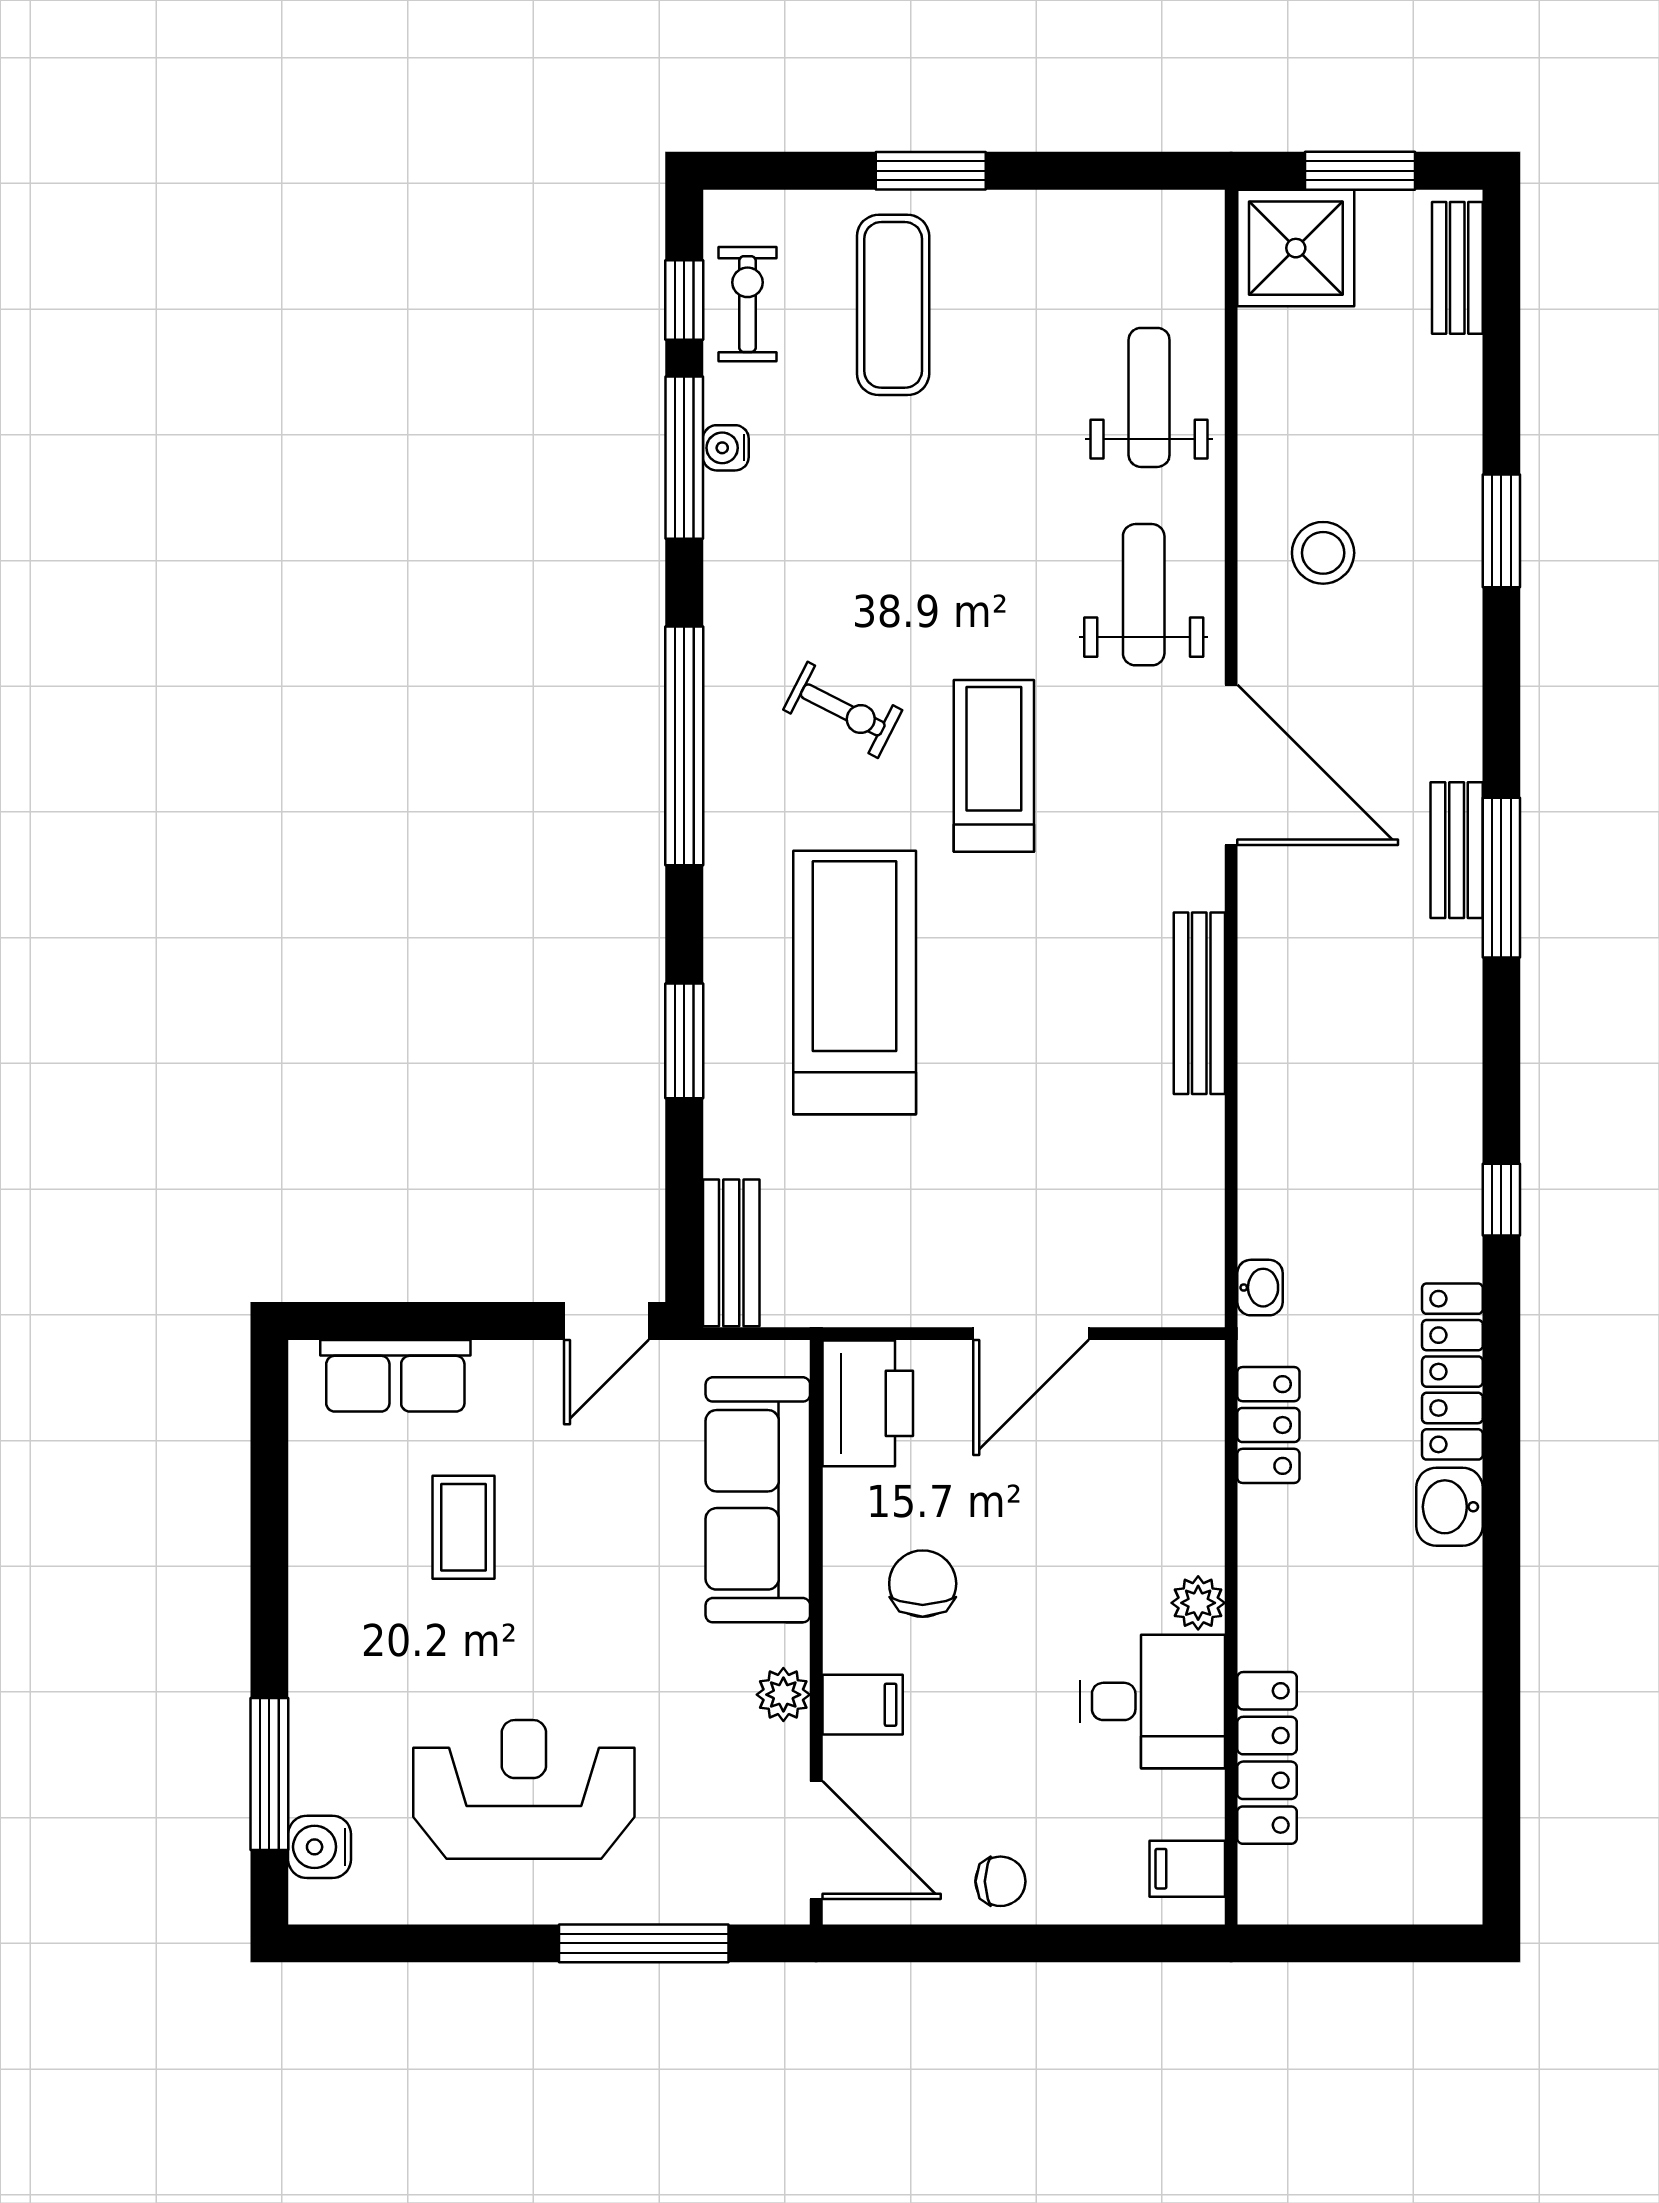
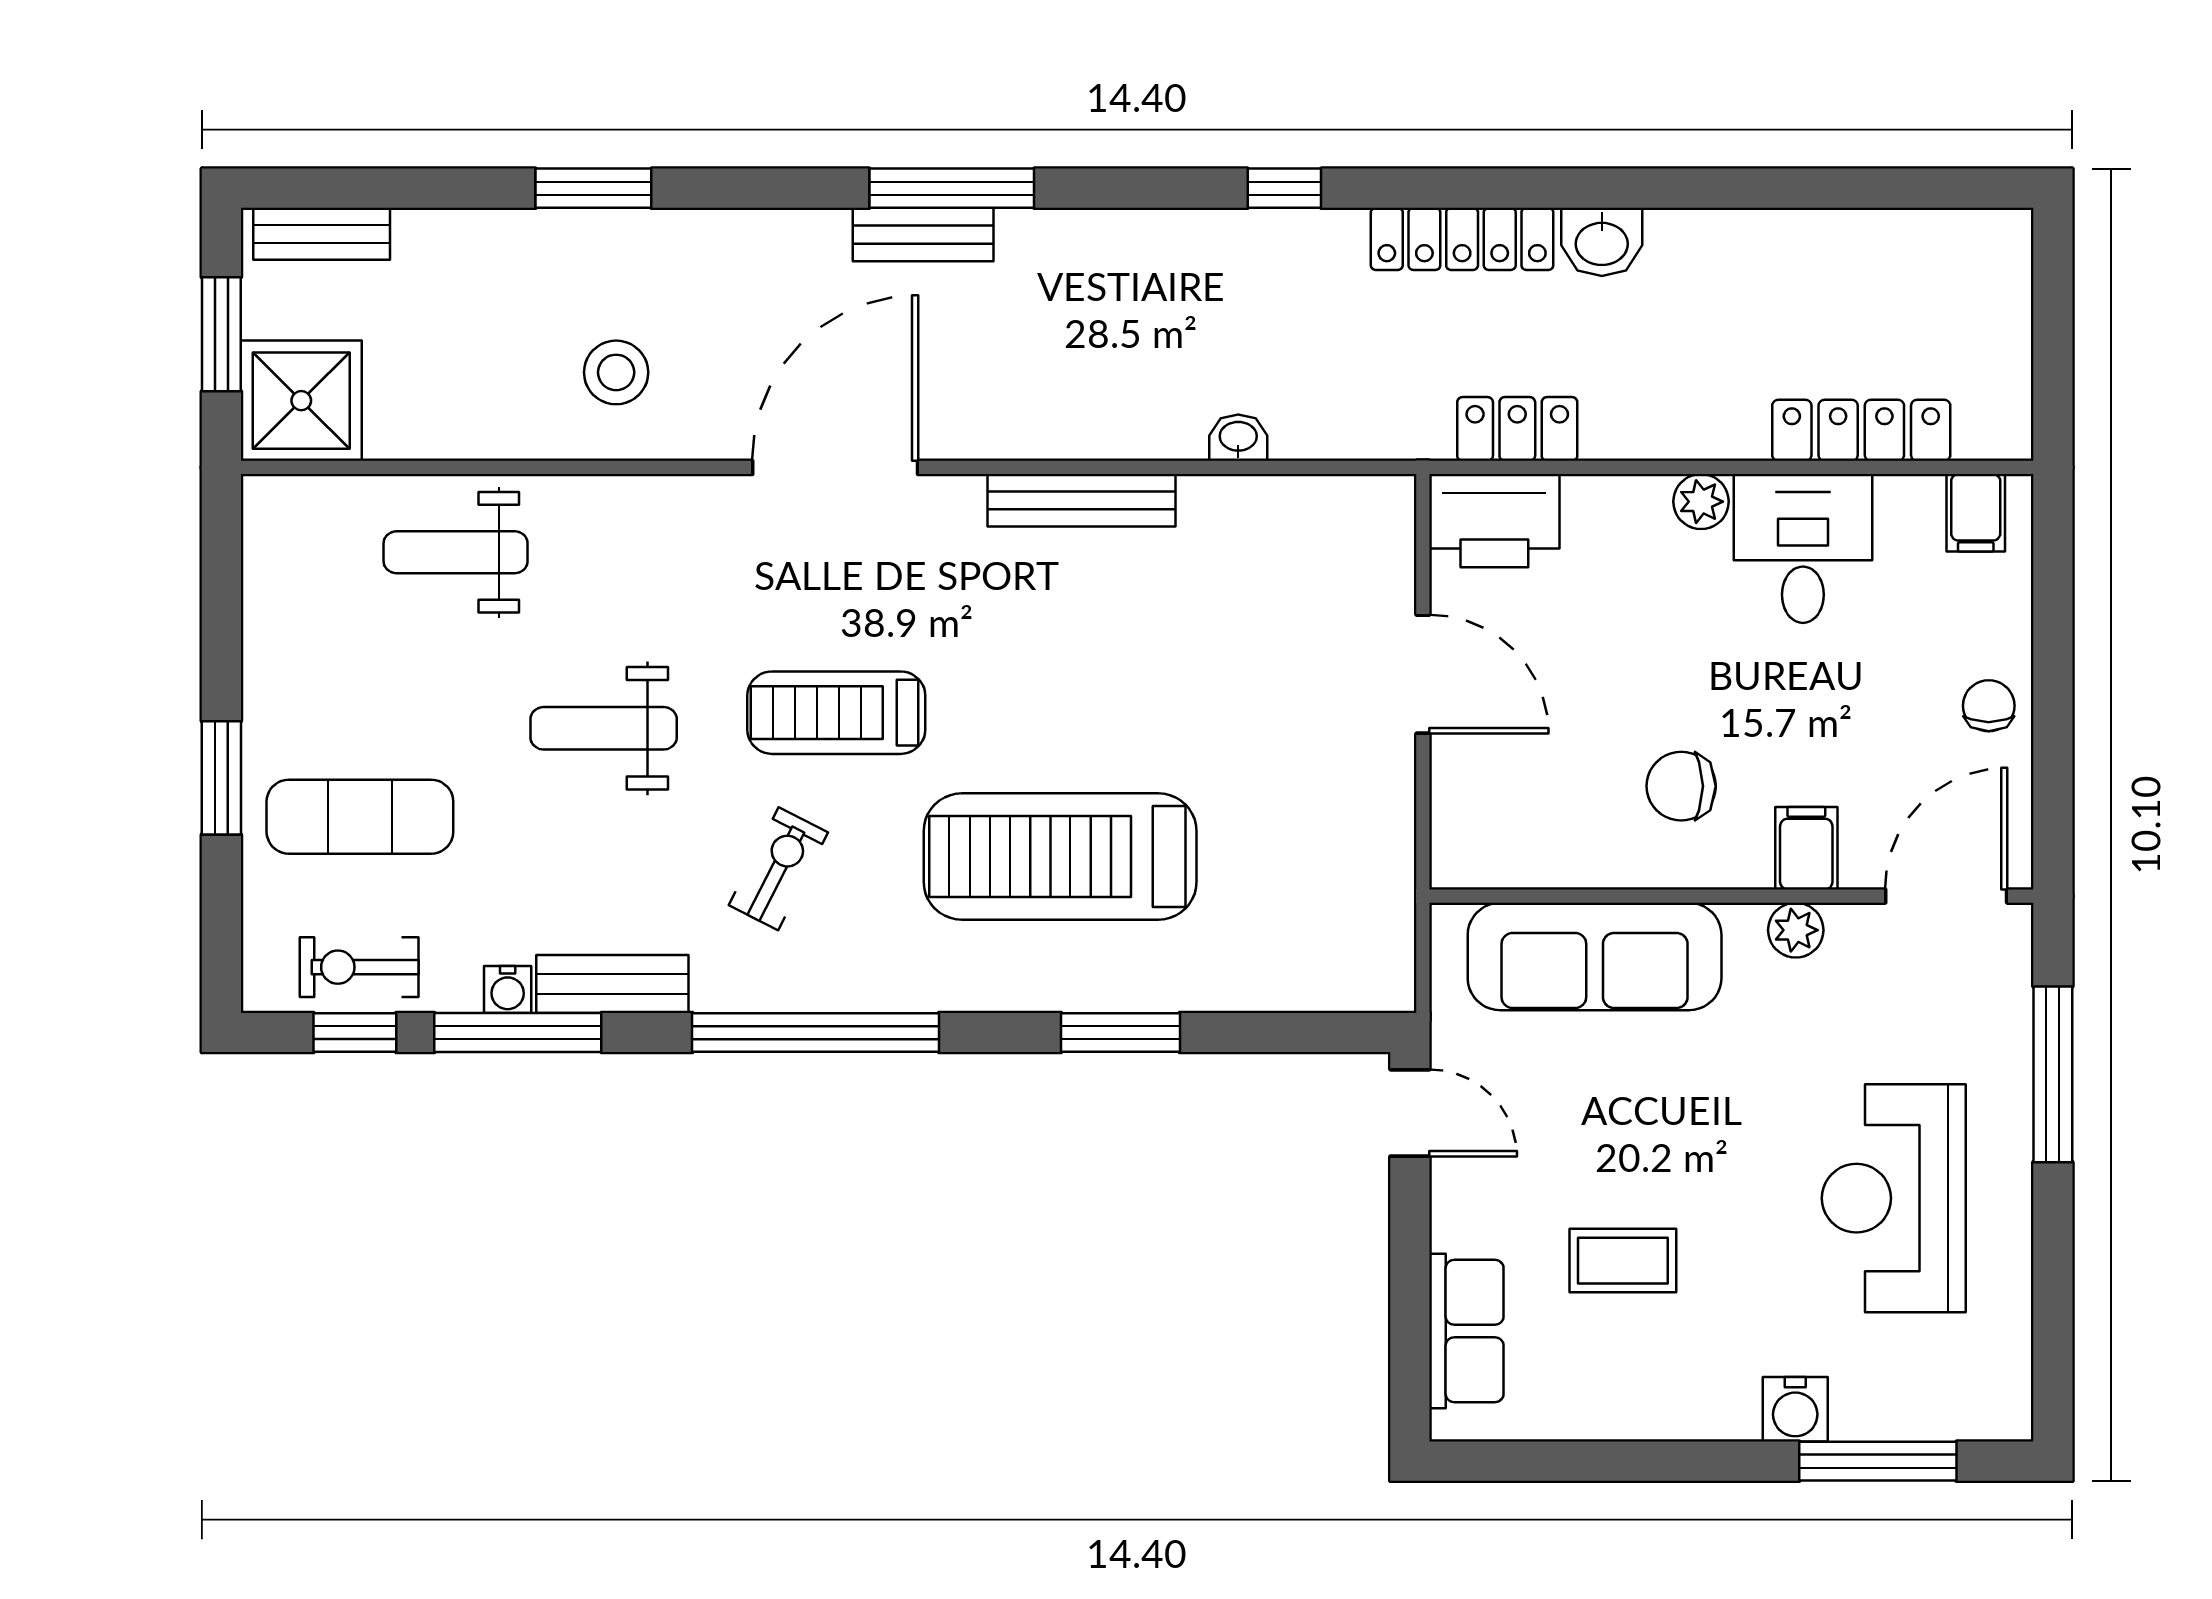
weight bench: (1144, 595) -> (604, 728), moved
bench: (731, 1253) -> (612, 984), moved
washbasin: (1260, 1288) -> (1238, 438), moved
printer: (868, 1403) -> (1494, 521), moved, turned 180
water cooler: (320, 1847) -> (1795, 1409), moved

